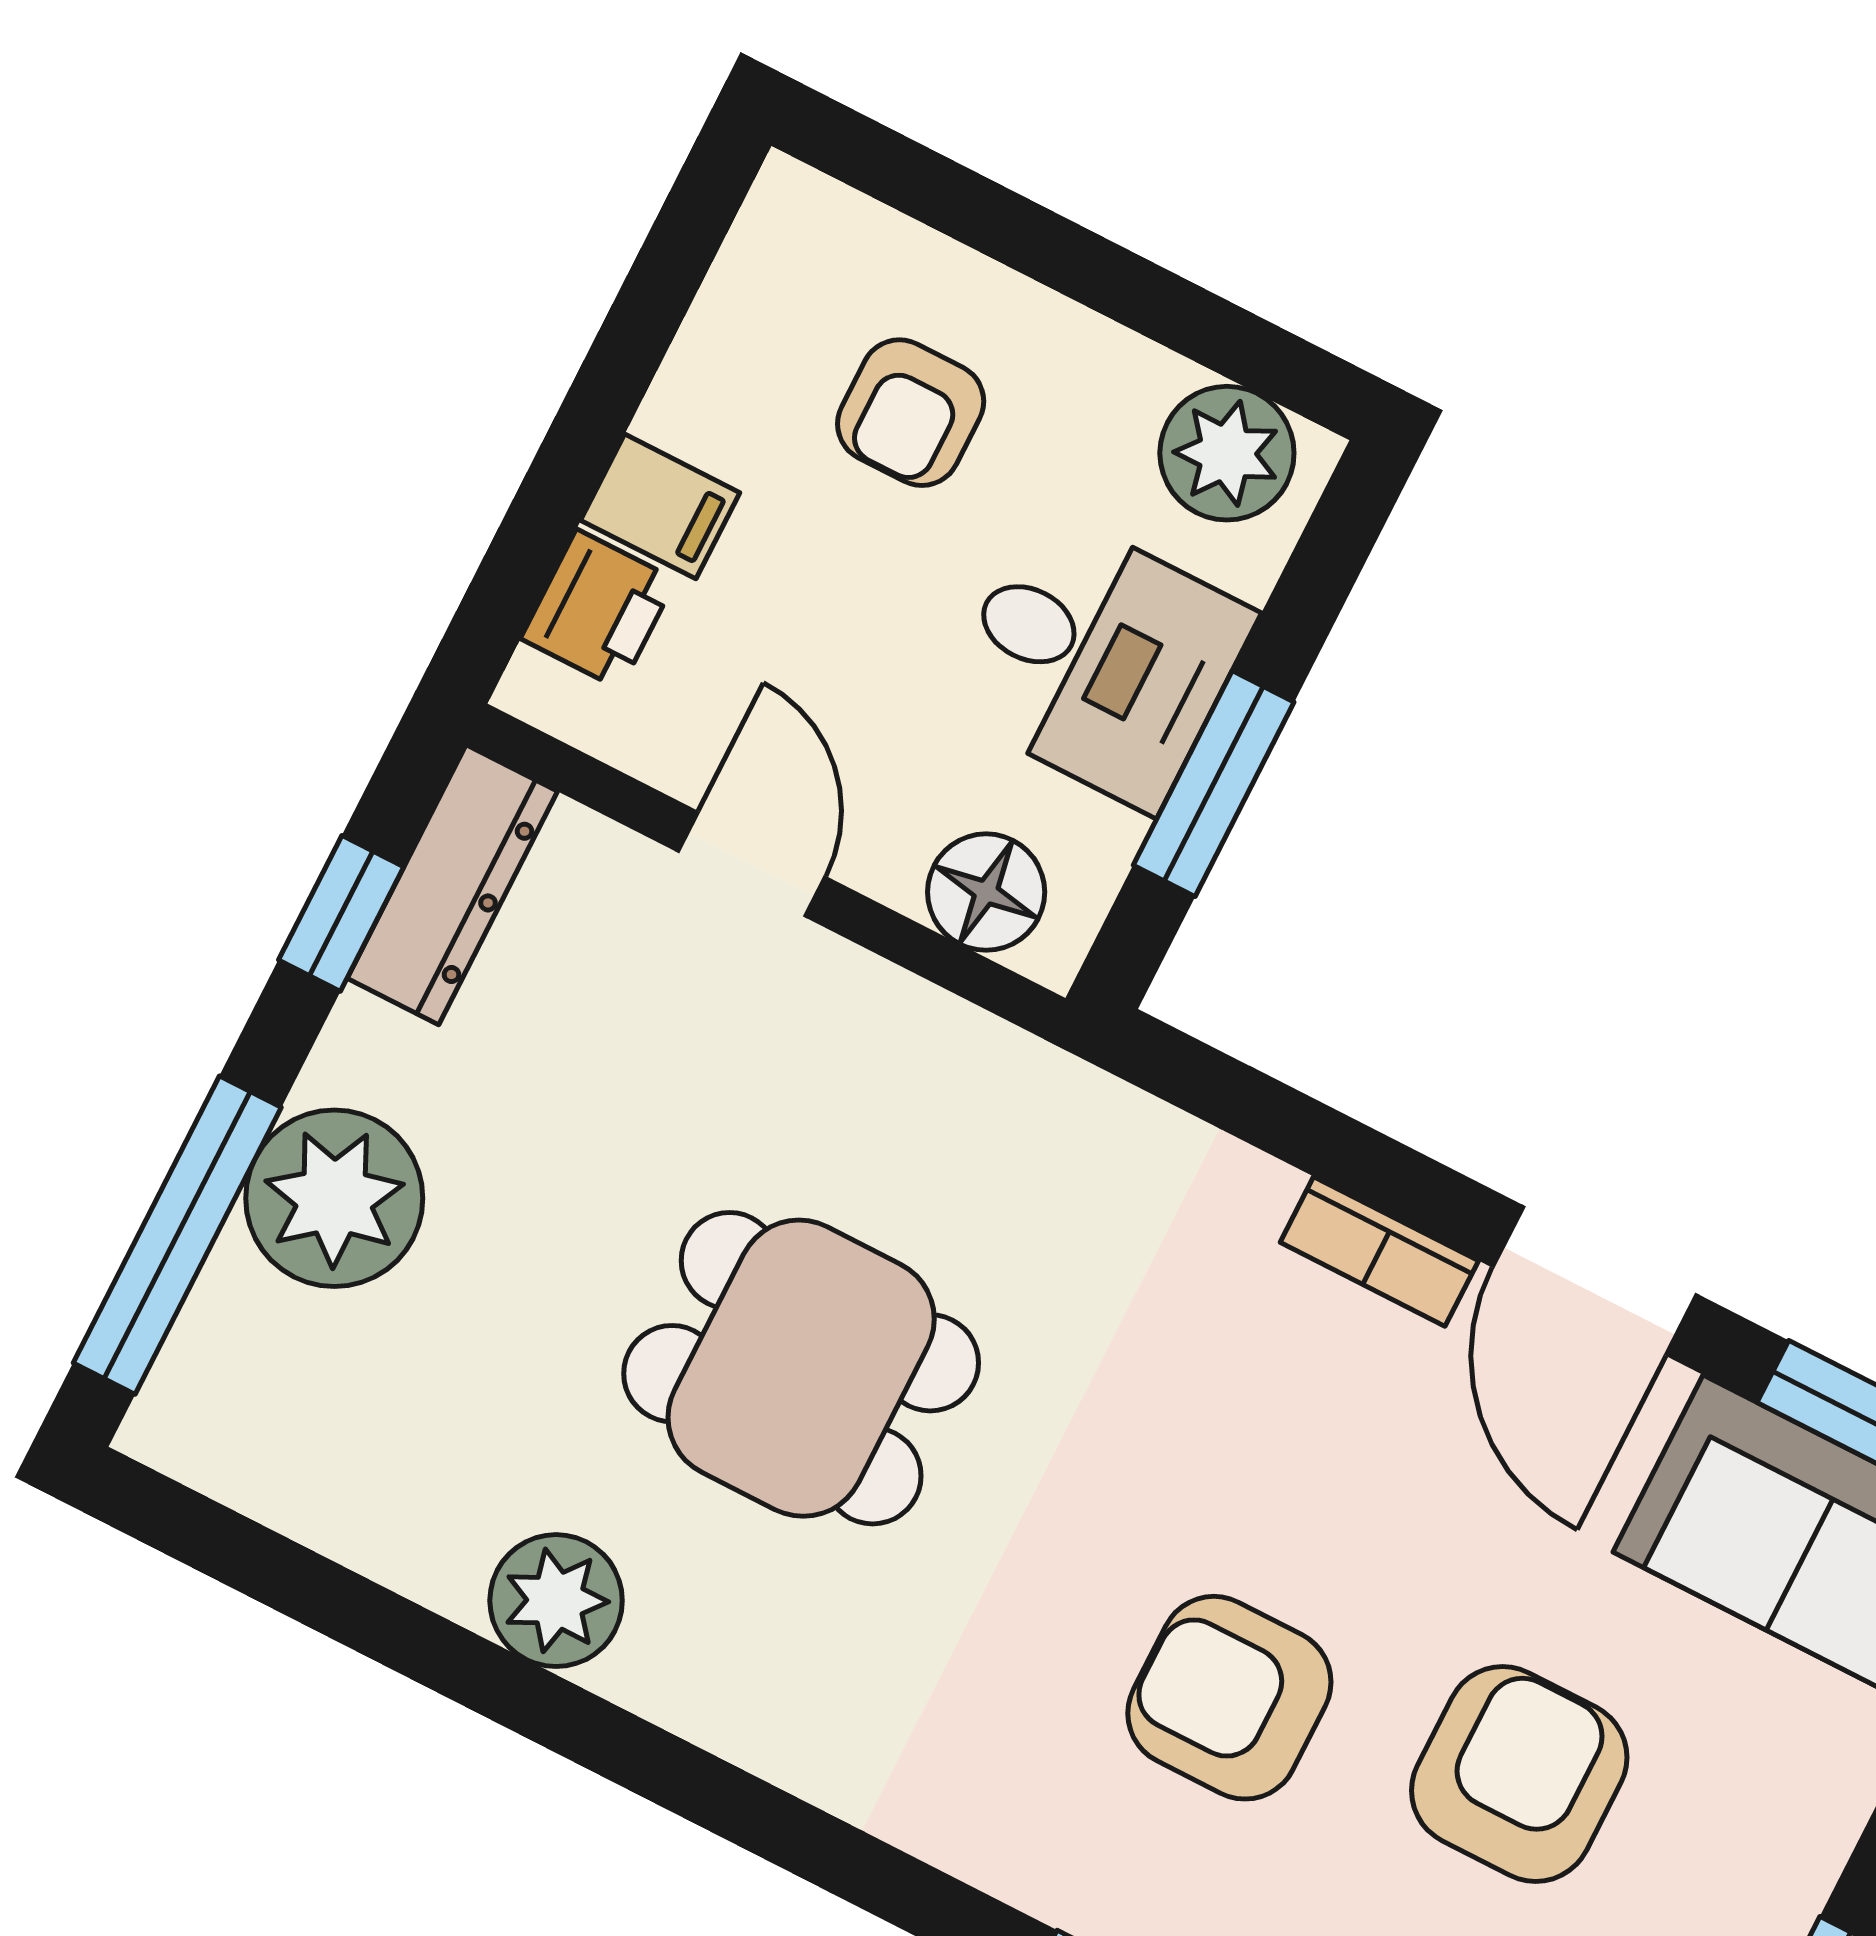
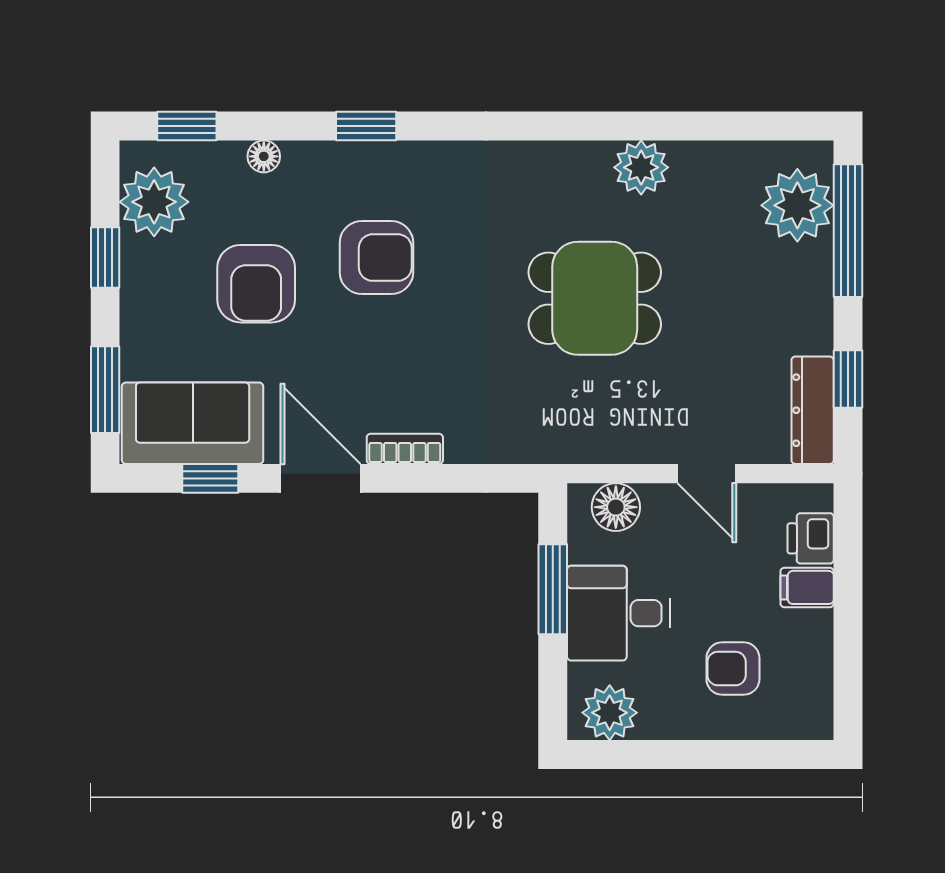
armchair: (911, 413) -> (733, 669), turned -90
plant: (334, 1198) -> (797, 205), moved

